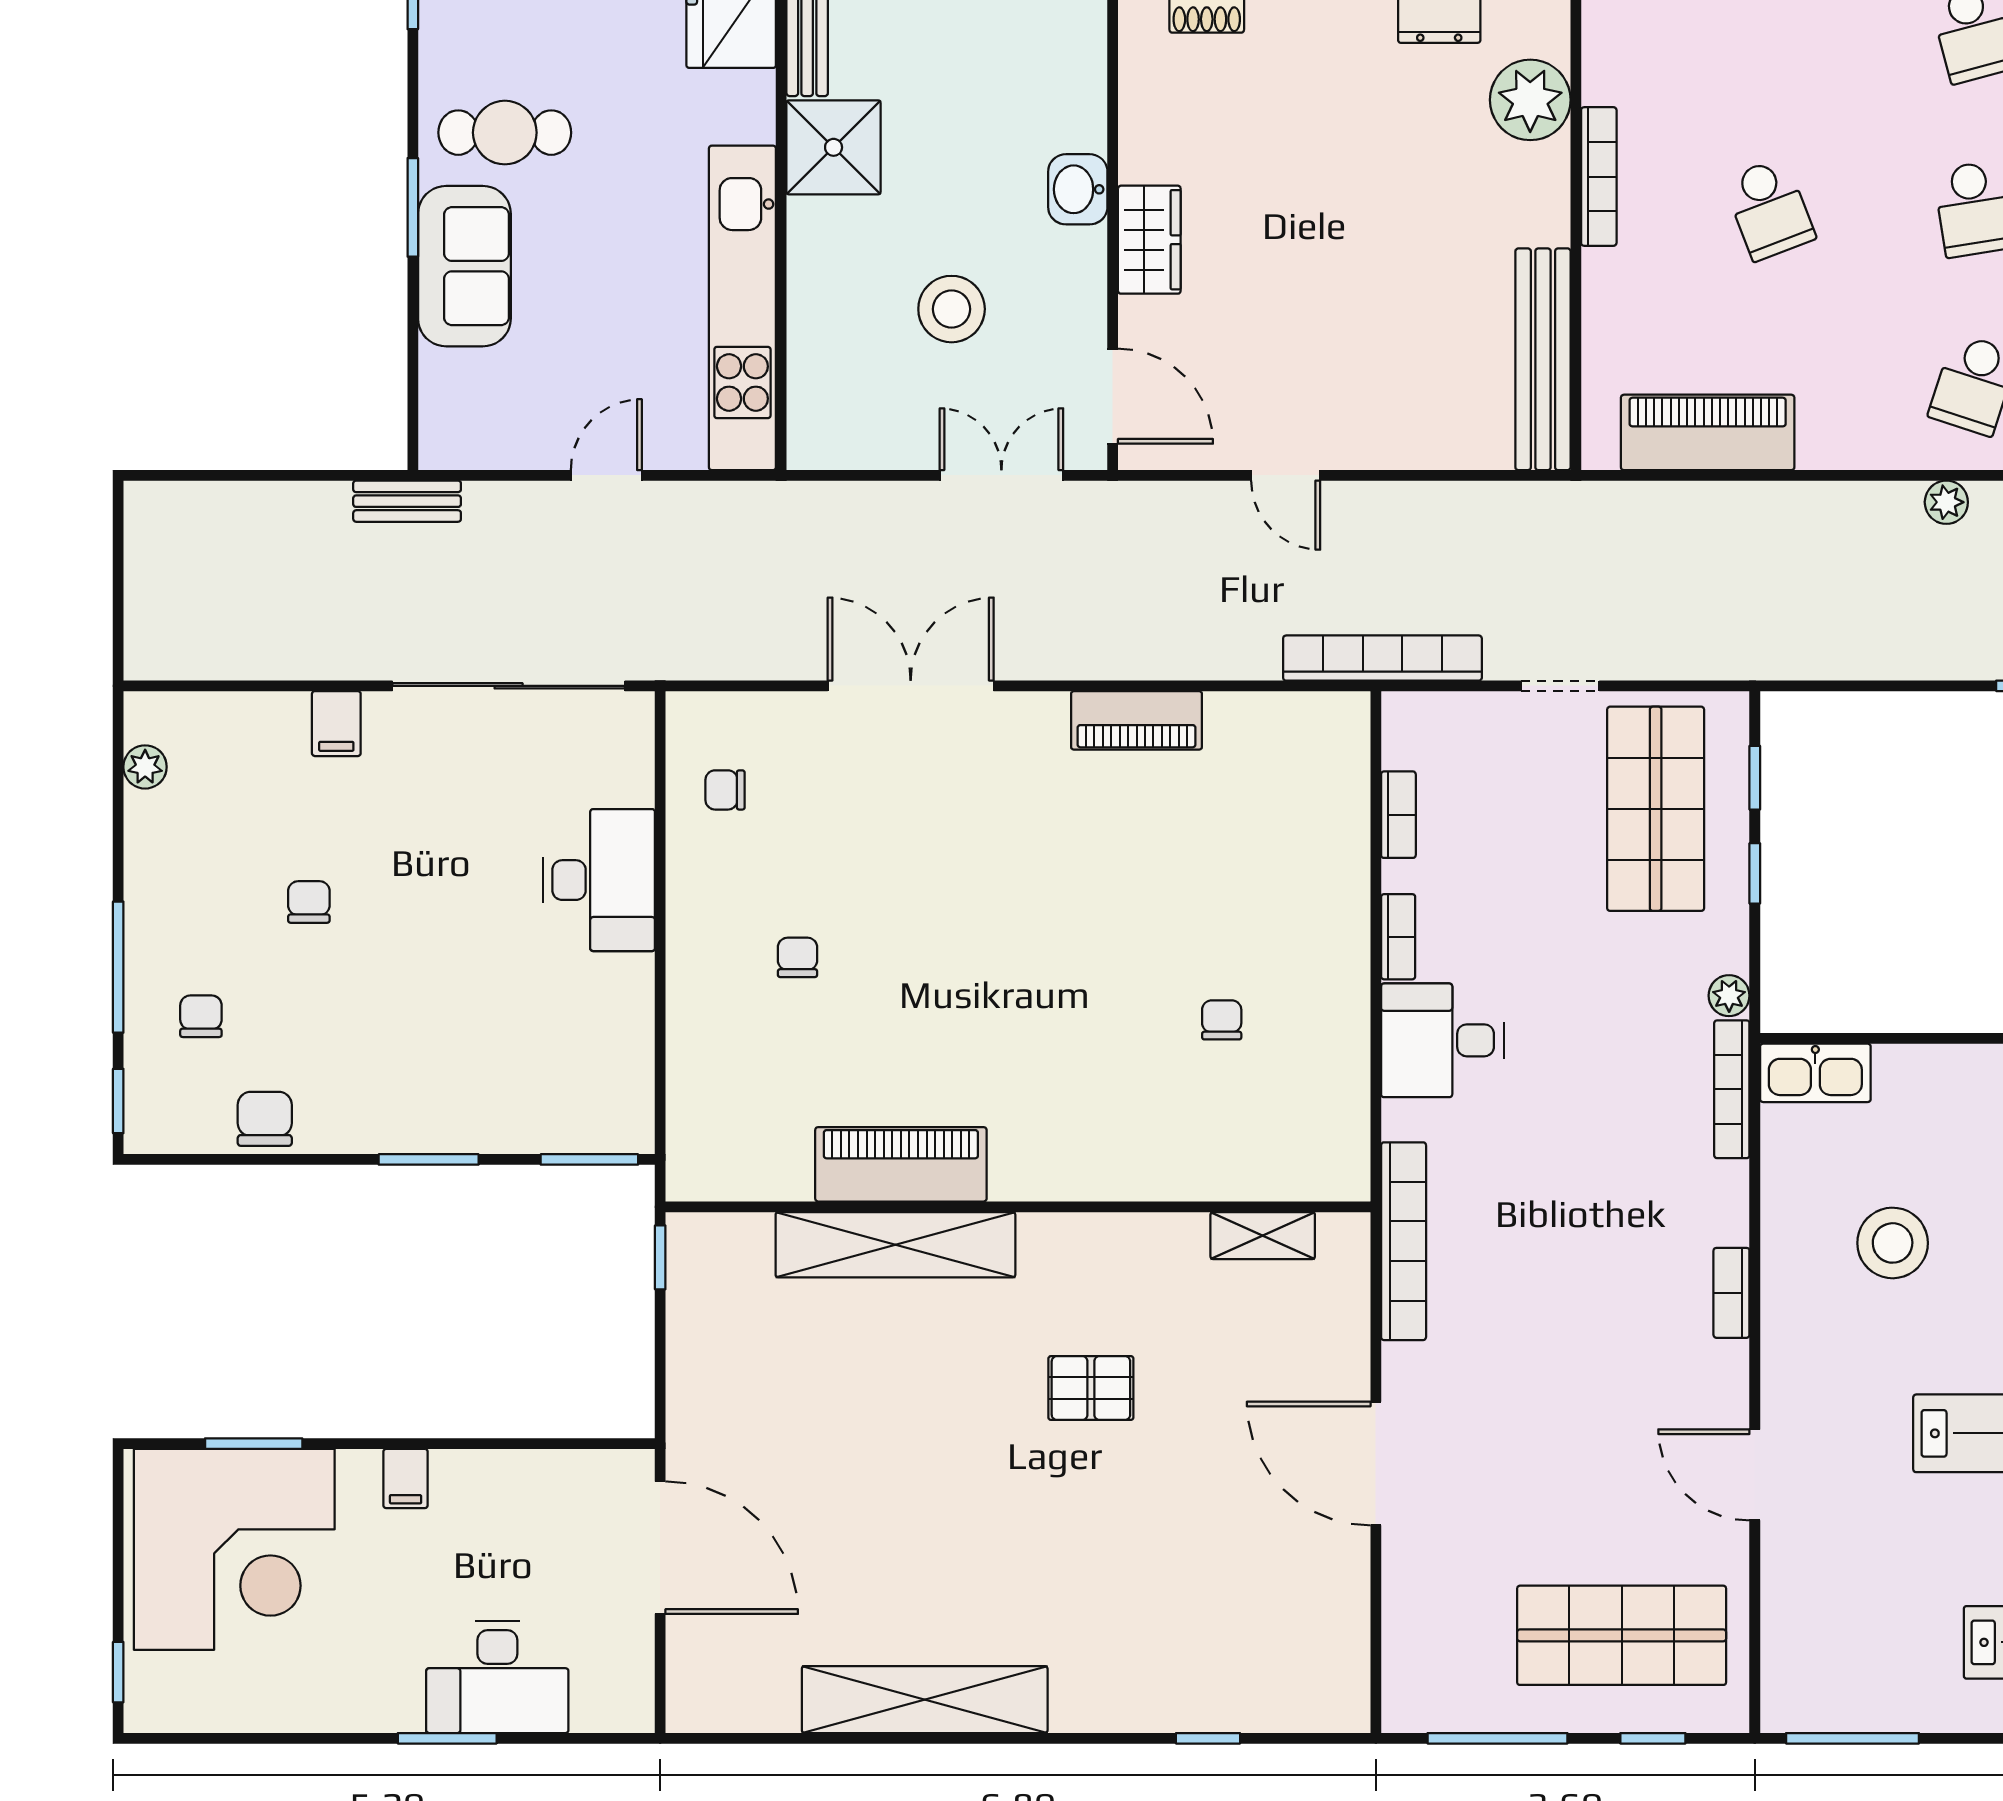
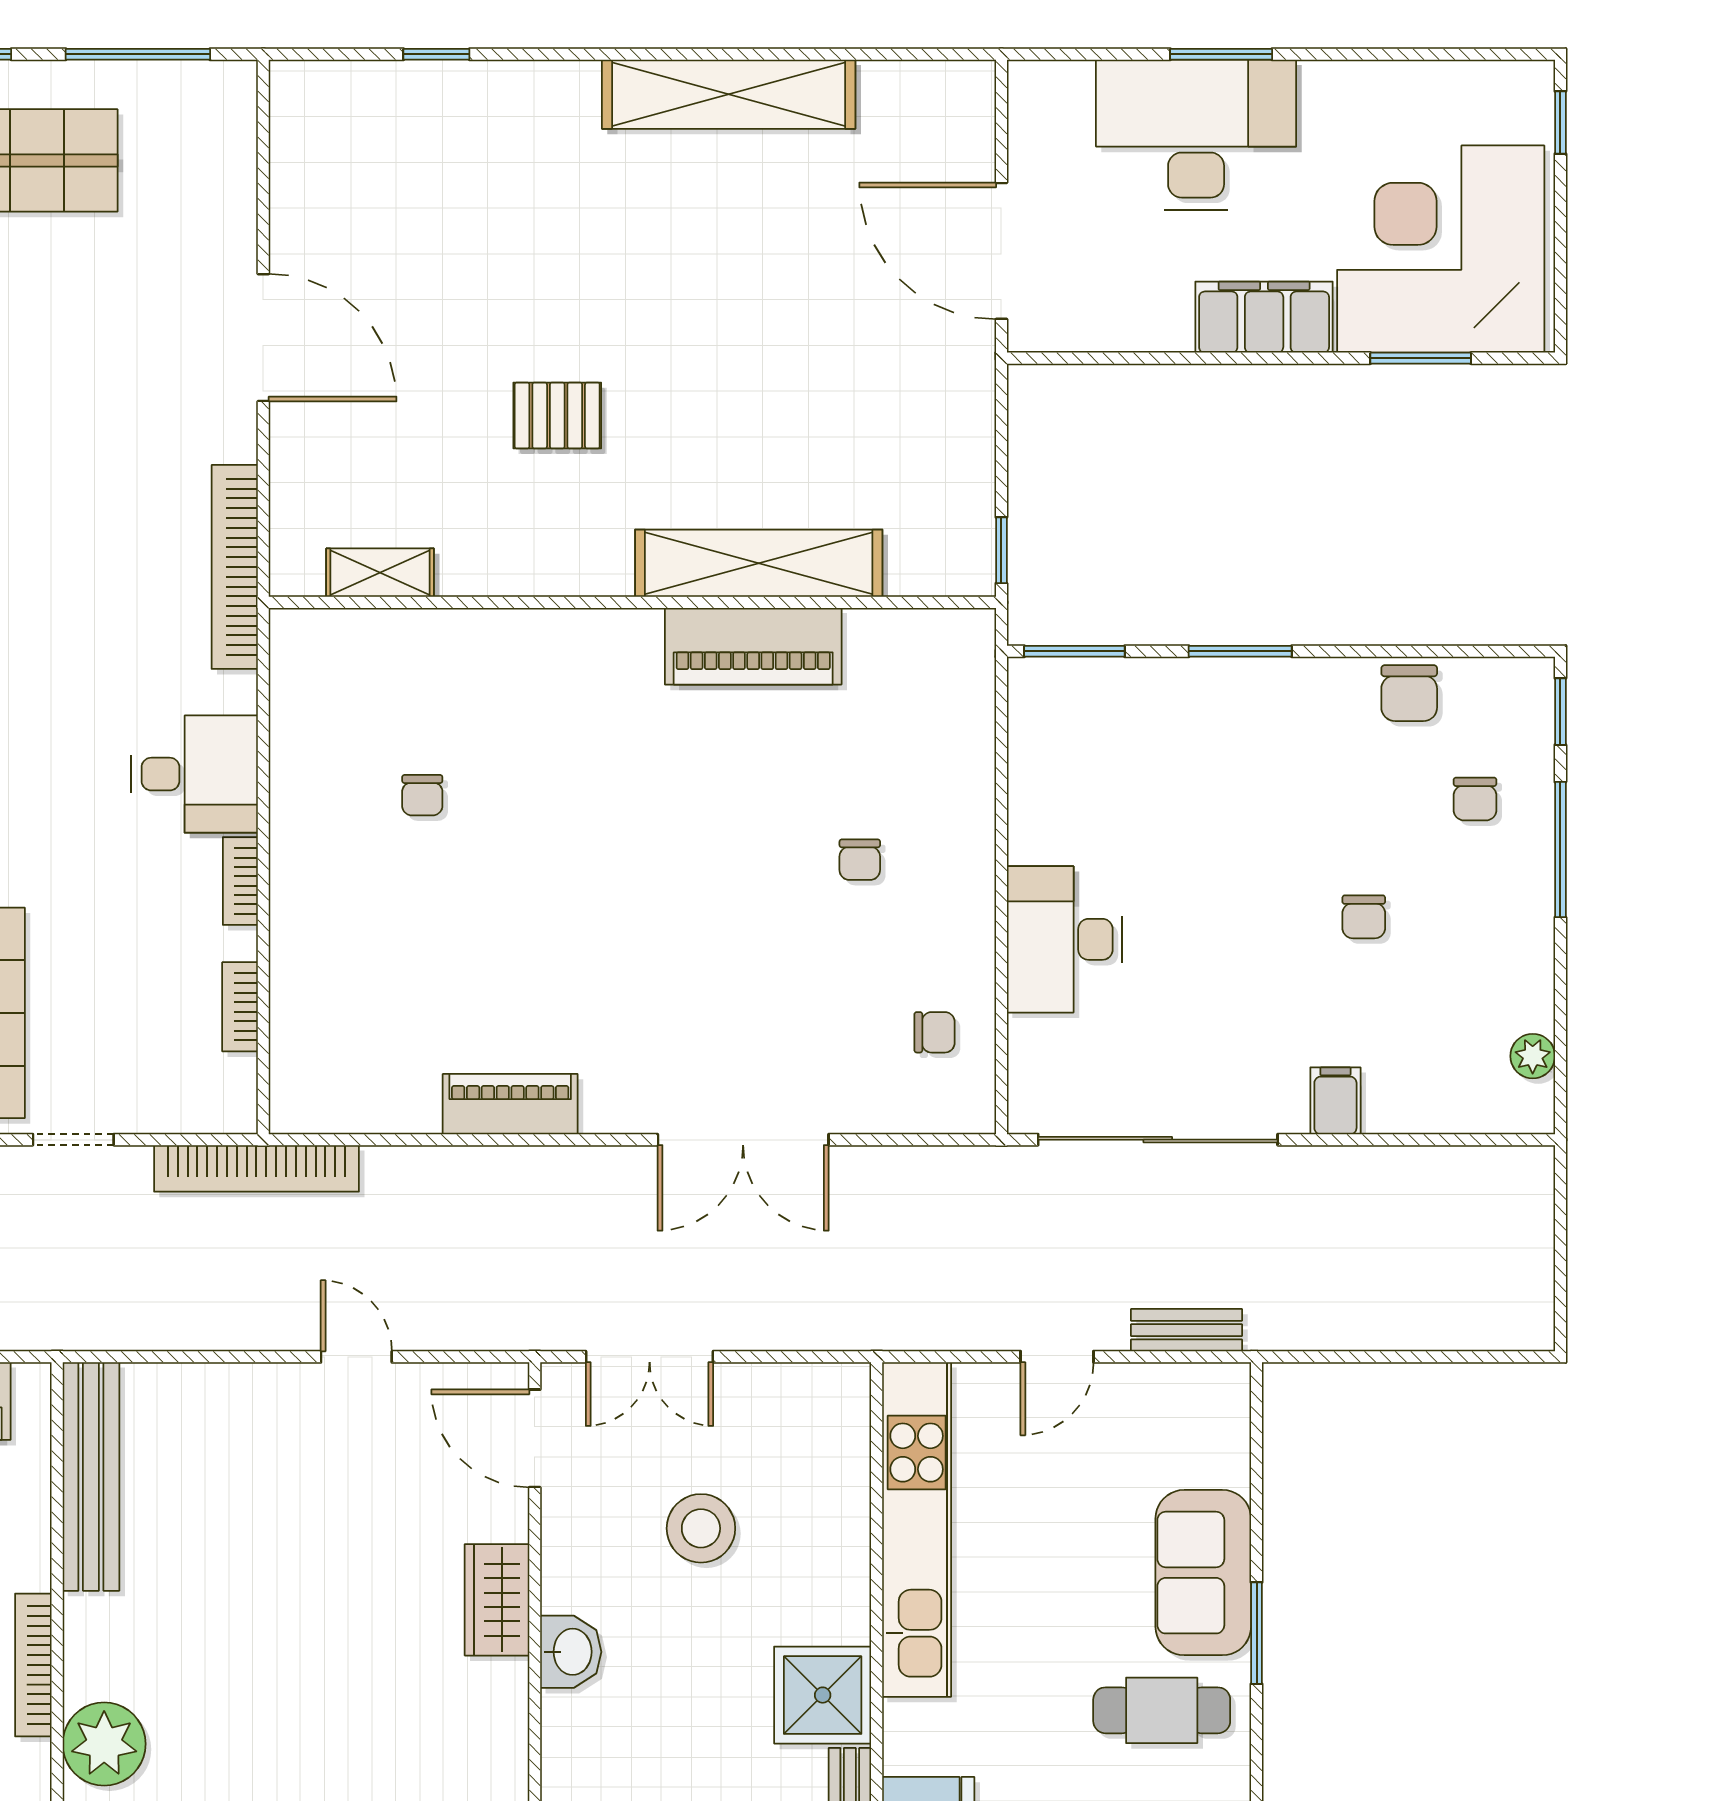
bench: (407, 501) -> (1187, 1330), moved
filing cabinet: (406, 1478) -> (1264, 317), width x3.00, depth x1.17
desk: (497, 1677) -> (1196, 135), width x1.36, depth x1.30

